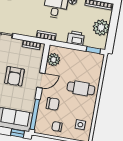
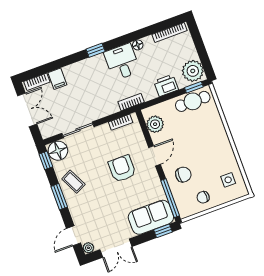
plant: (101, 27) -> (193, 71), moved
armchair: (14, 76) -> (122, 169), turned 180
cafe table: (81, 88) -> (193, 101), moved

